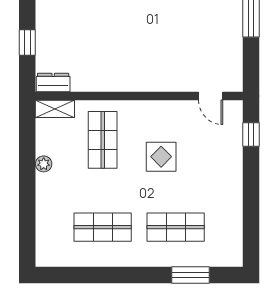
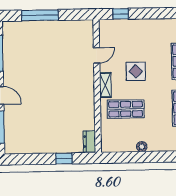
door: (211, 96) -> (97, 55), moved
shelving: (55, 109) -> (105, 85), moved

